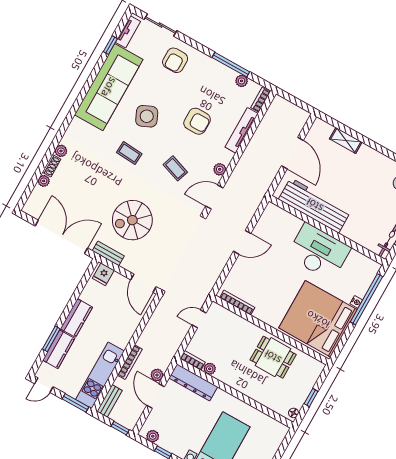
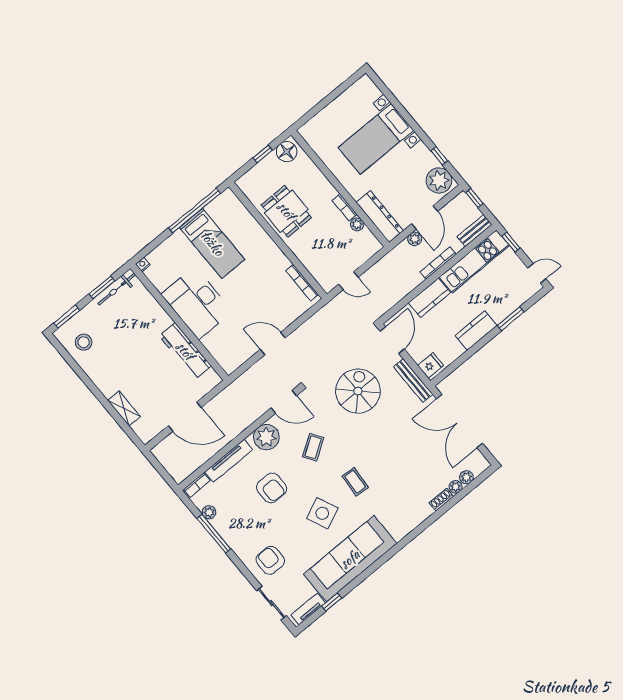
armchair: (175, 60) -> (270, 560), turned -90
armchair: (197, 121) -> (272, 488), turned 180
plant: (61, 151) -> (466, 477), moved
door: (292, 153) -> (185, 417), swing flipped
coffee table: (175, 168) -> (313, 447), turned 38
plant: (220, 169) -> (266, 437), width x1.88, depth x1.88
workbench: (315, 205) -> (185, 351), width x0.73, depth x0.76
spiral stairs: (132, 220) -> (358, 391), moved, turned -90
bench: (108, 253) -> (413, 380), width x1.36
window: (366, 299) -> (195, 211), moved
nightstand: (356, 302) -> (143, 264), moved
bed: (318, 319) -> (212, 243), width x0.49
kitchen counter: (59, 349) -> (429, 298), moved, turned 180
bookcase: (193, 360) -> (344, 207), moved
window: (75, 403) -> (511, 242), width x0.67
floor lamp: (293, 413) -> (287, 152), width x1.89, depth x1.89
plant: (153, 436) -> (439, 180), width x1.88, depth x1.88

